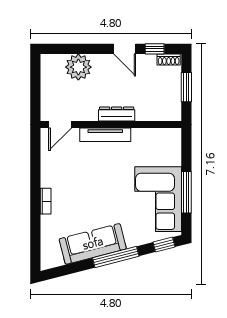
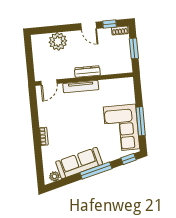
plant: (56, 260) -> (54, 176), added

